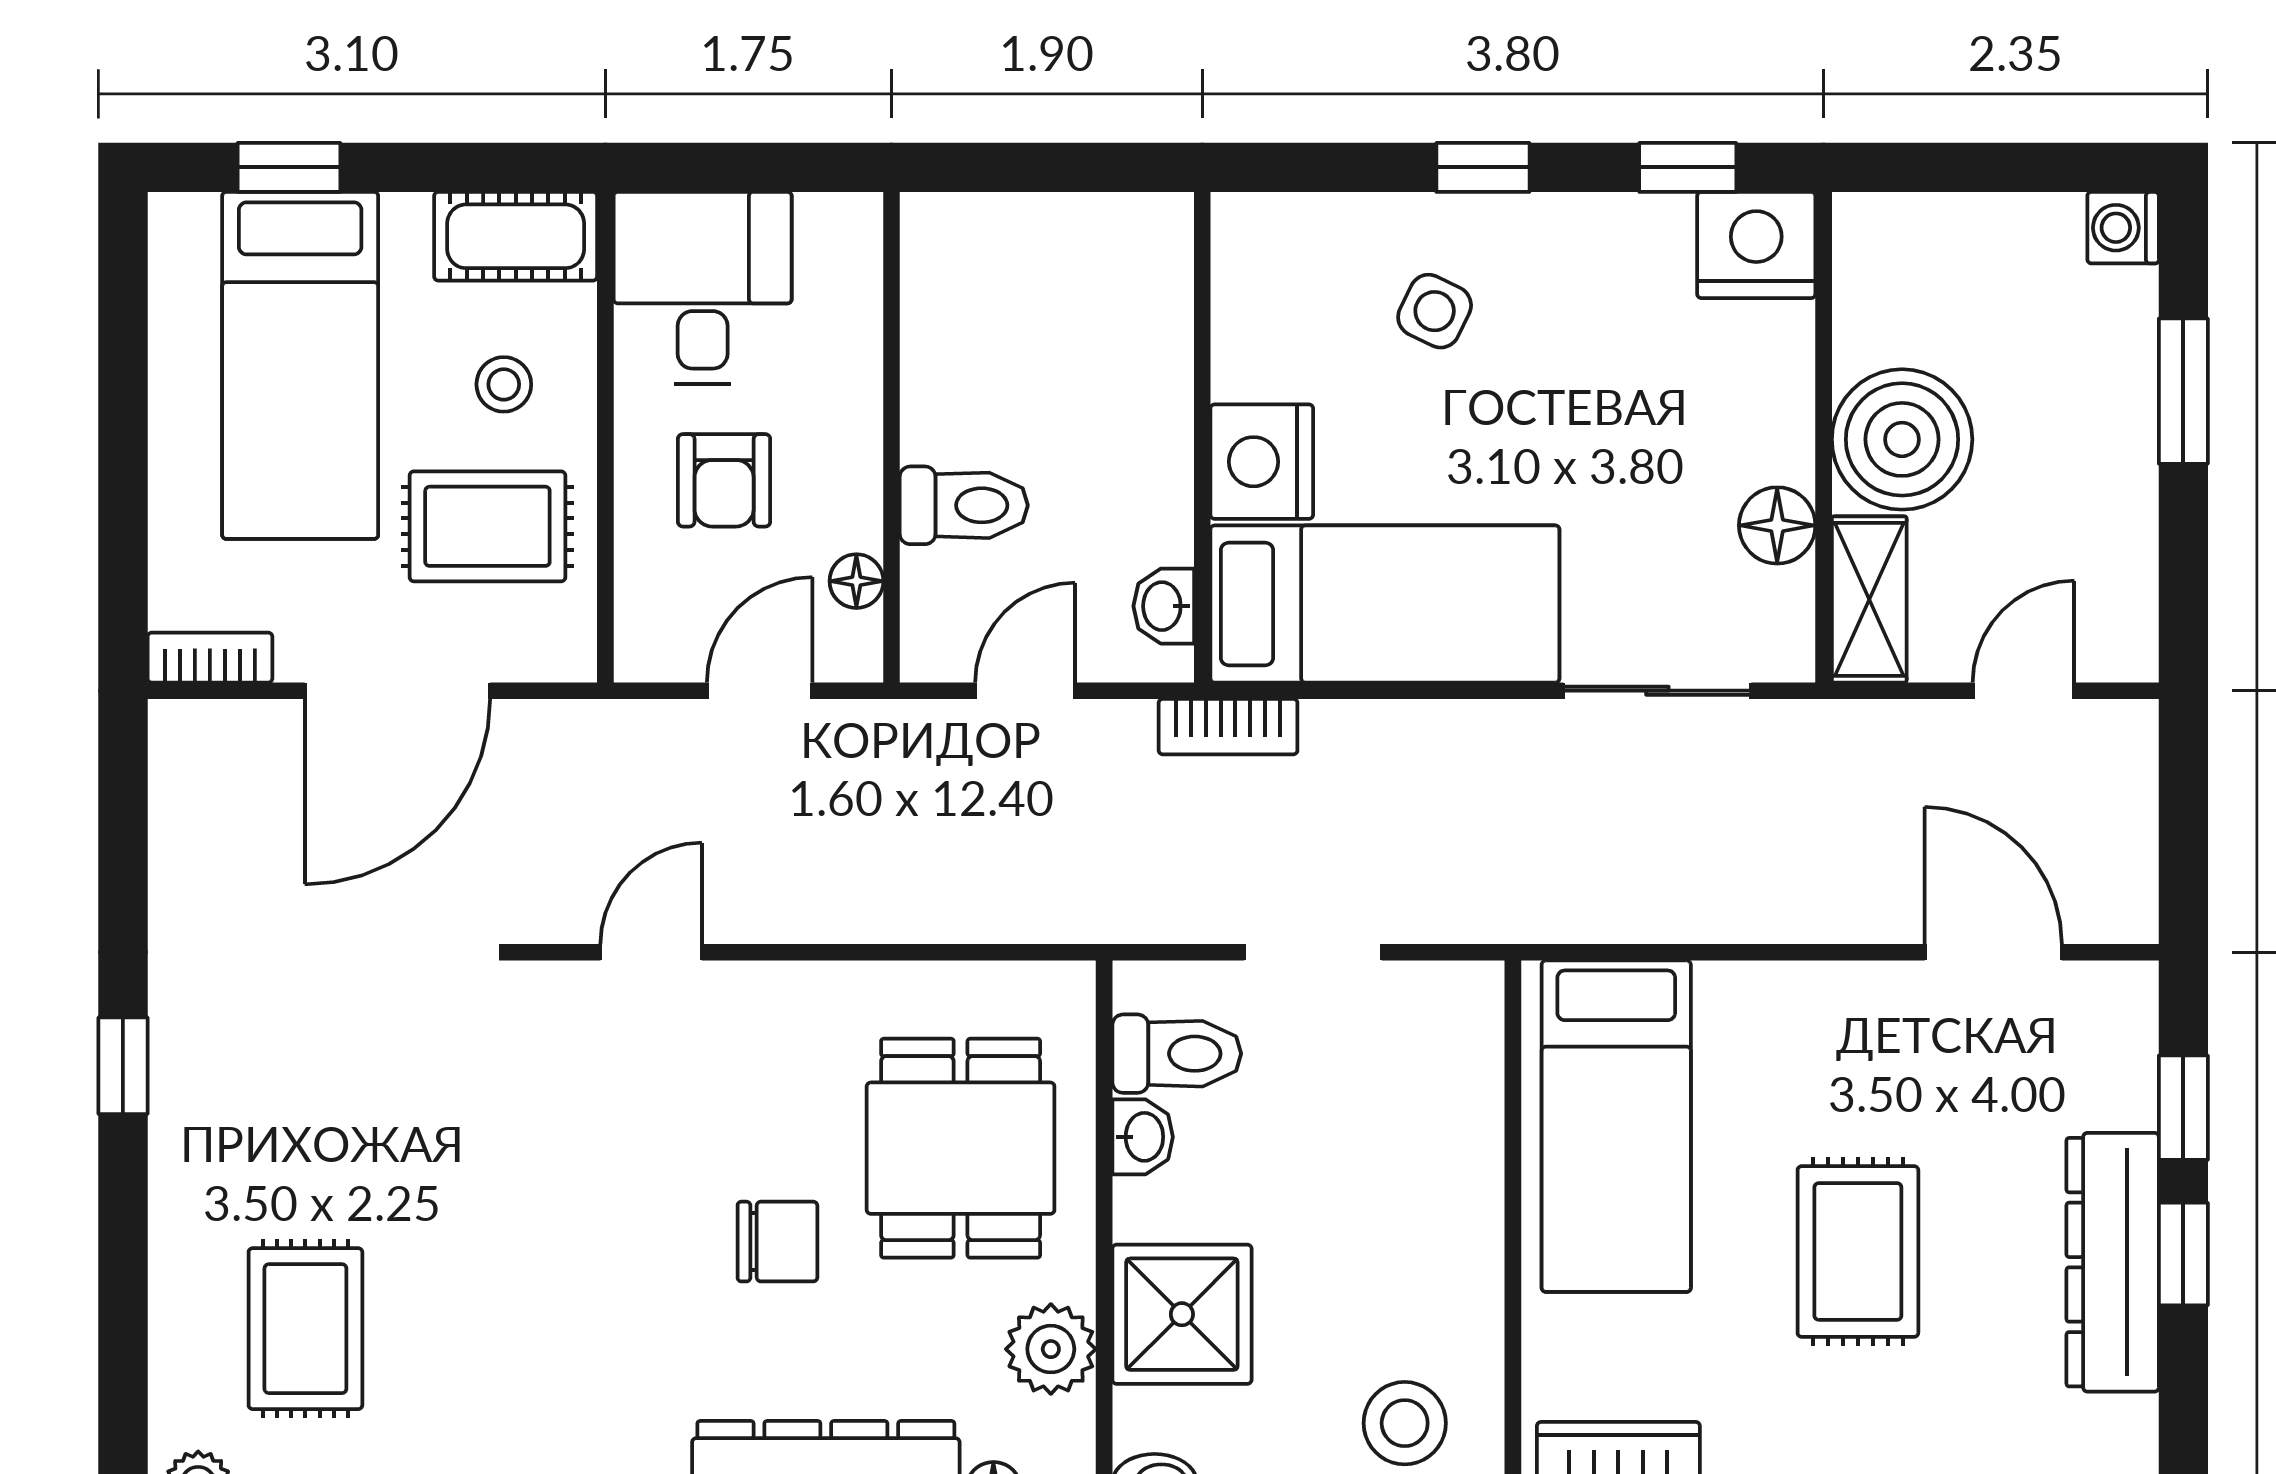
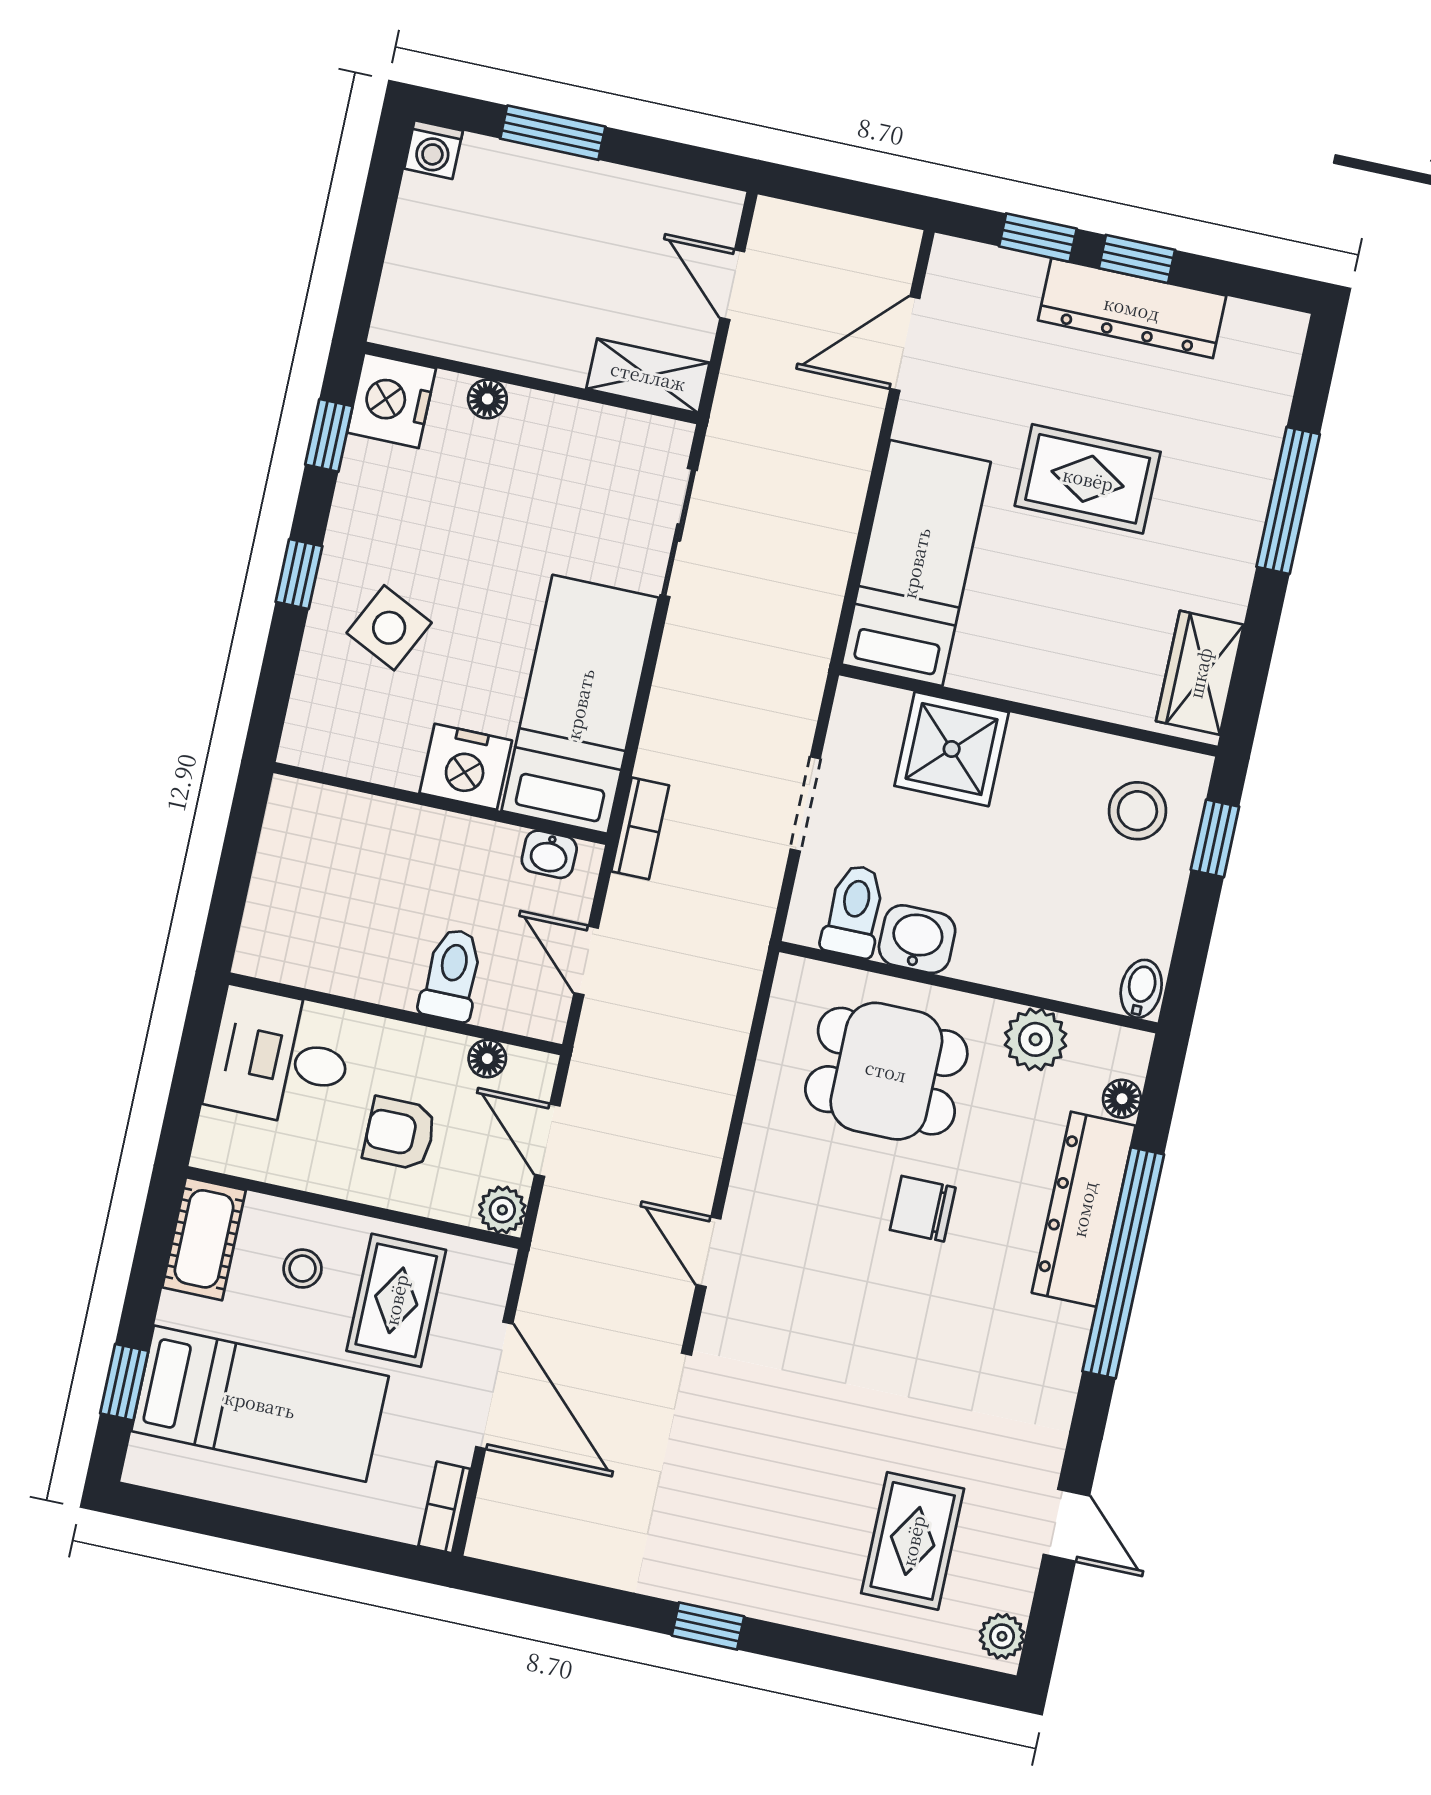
desk: (703, 288) -> (280, 1058), moved
side table: (1435, 311) -> (389, 628), width x1.37, depth x1.37
boiler: (1902, 439) -> (544, 330), removed
armchair: (724, 480) -> (400, 1133), turned 180
floor lamp: (1777, 525) -> (487, 399), moved, width x0.73, depth x0.73
plant: (648, 649) -> (502, 1210), added
bed: (1616, 1126) -> (916, 563), moved, turned -90
washbasin: (1143, 1137) -> (917, 939), width x1.38, depth x1.45
chair: (777, 1242) -> (923, 1209), turned -90
shower: (1182, 1314) -> (952, 749), moved
rug: (305, 1329) -> (913, 1541), turned 90

